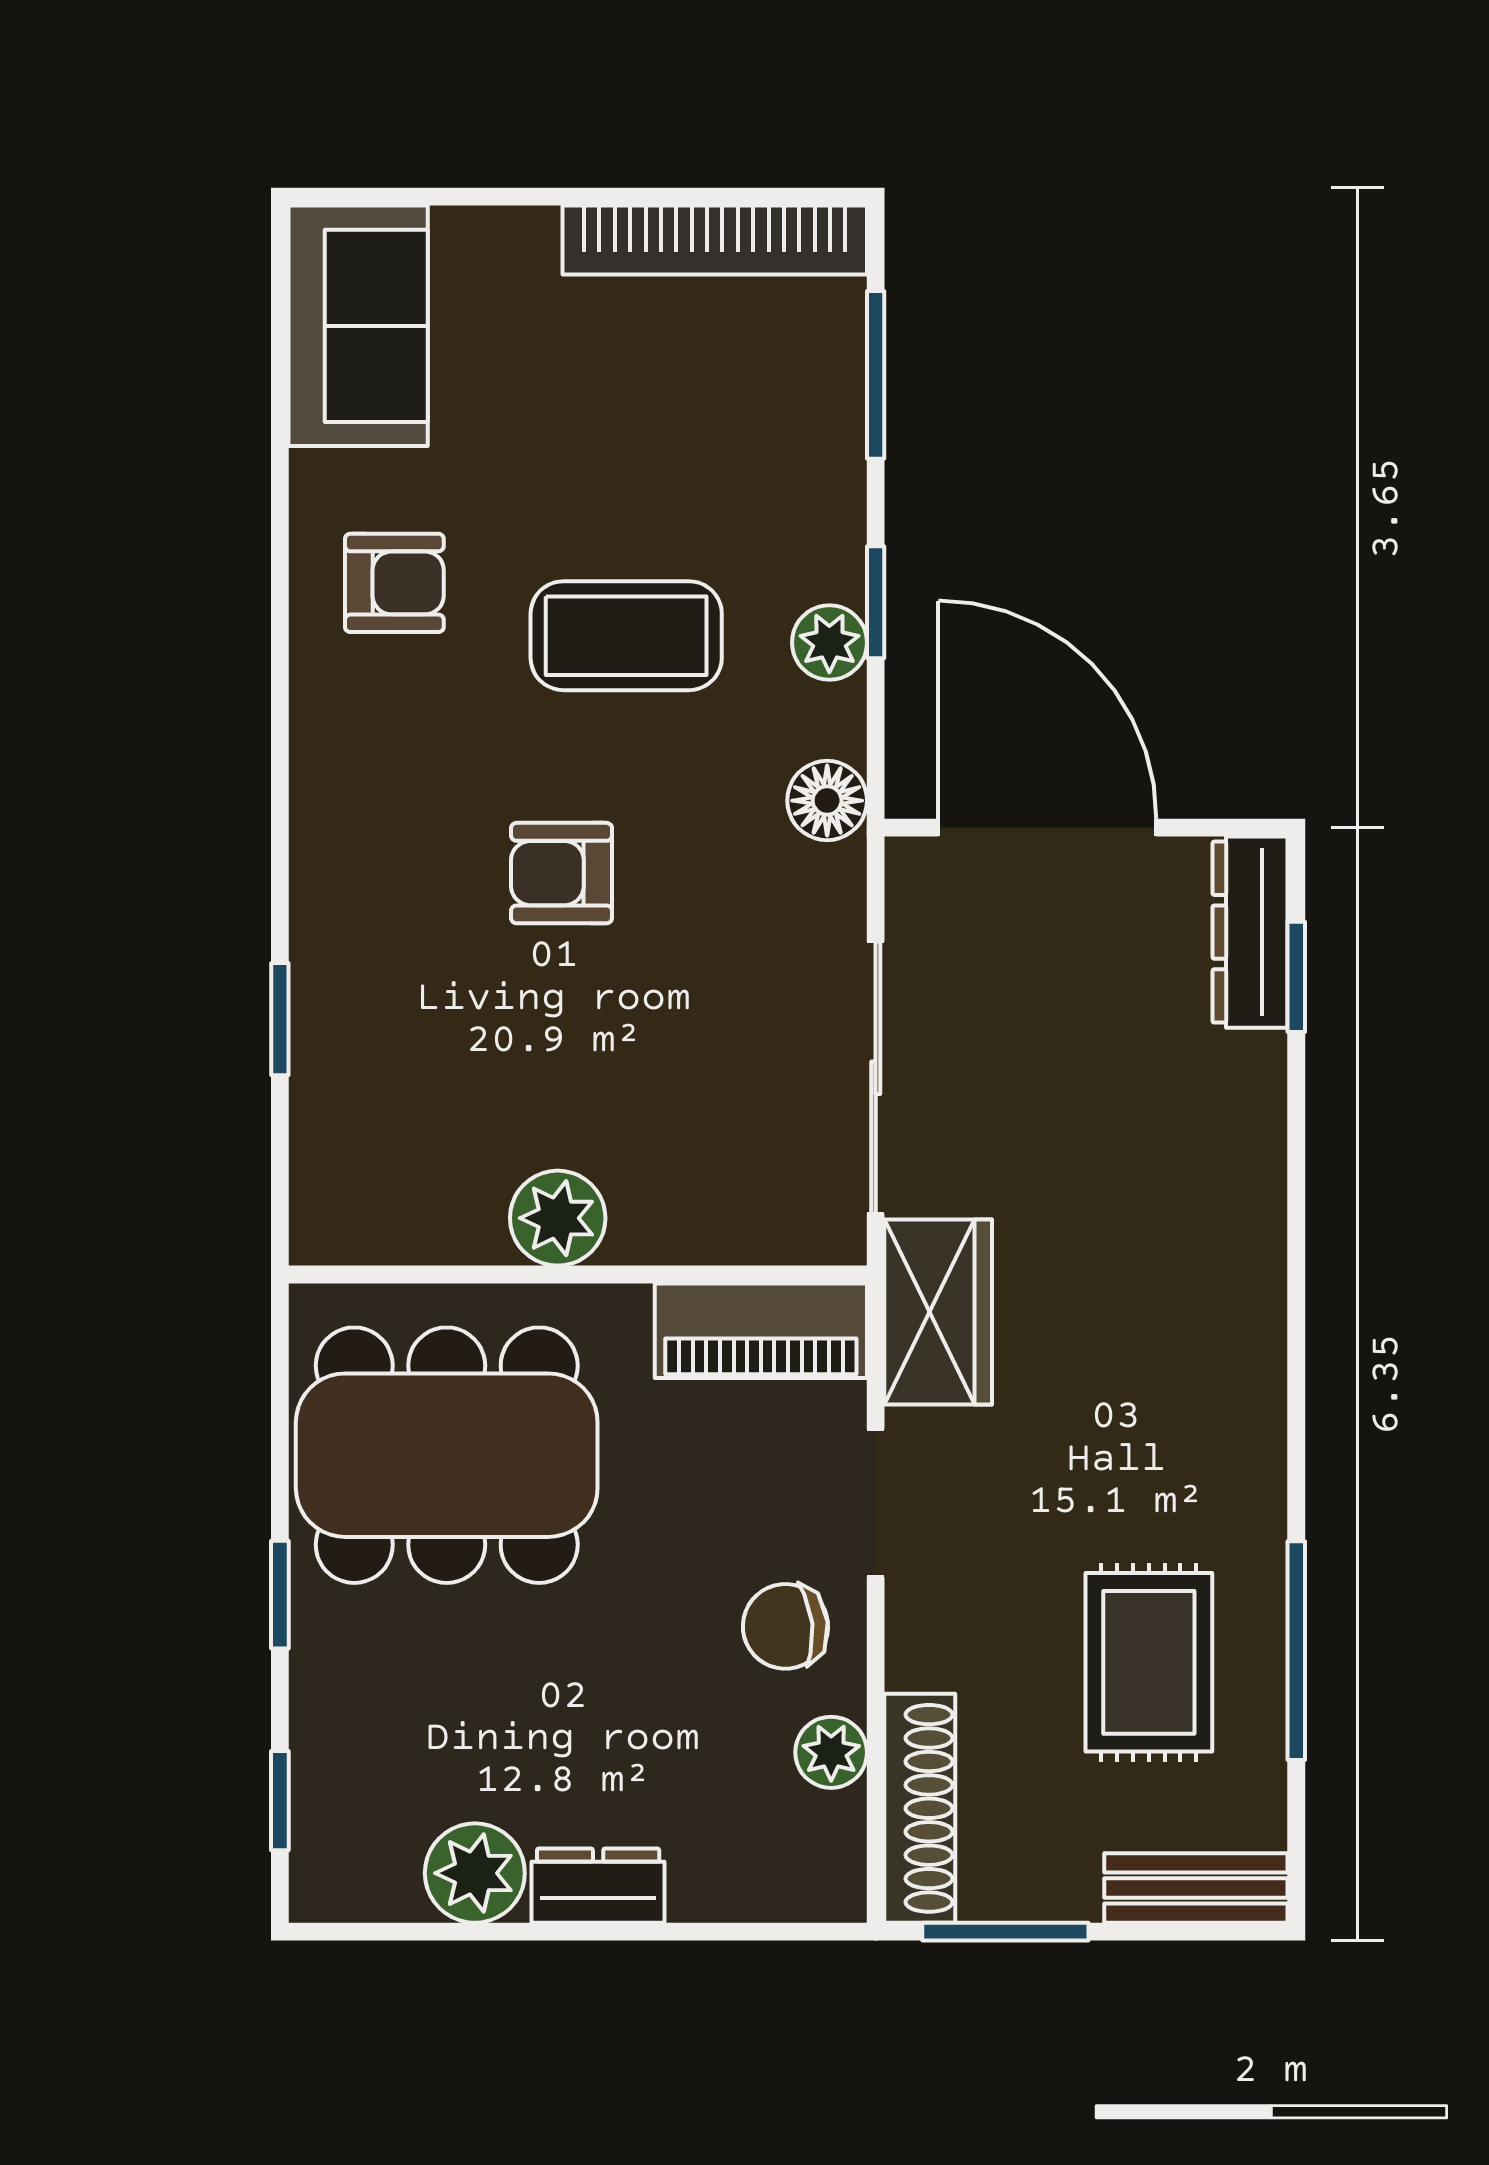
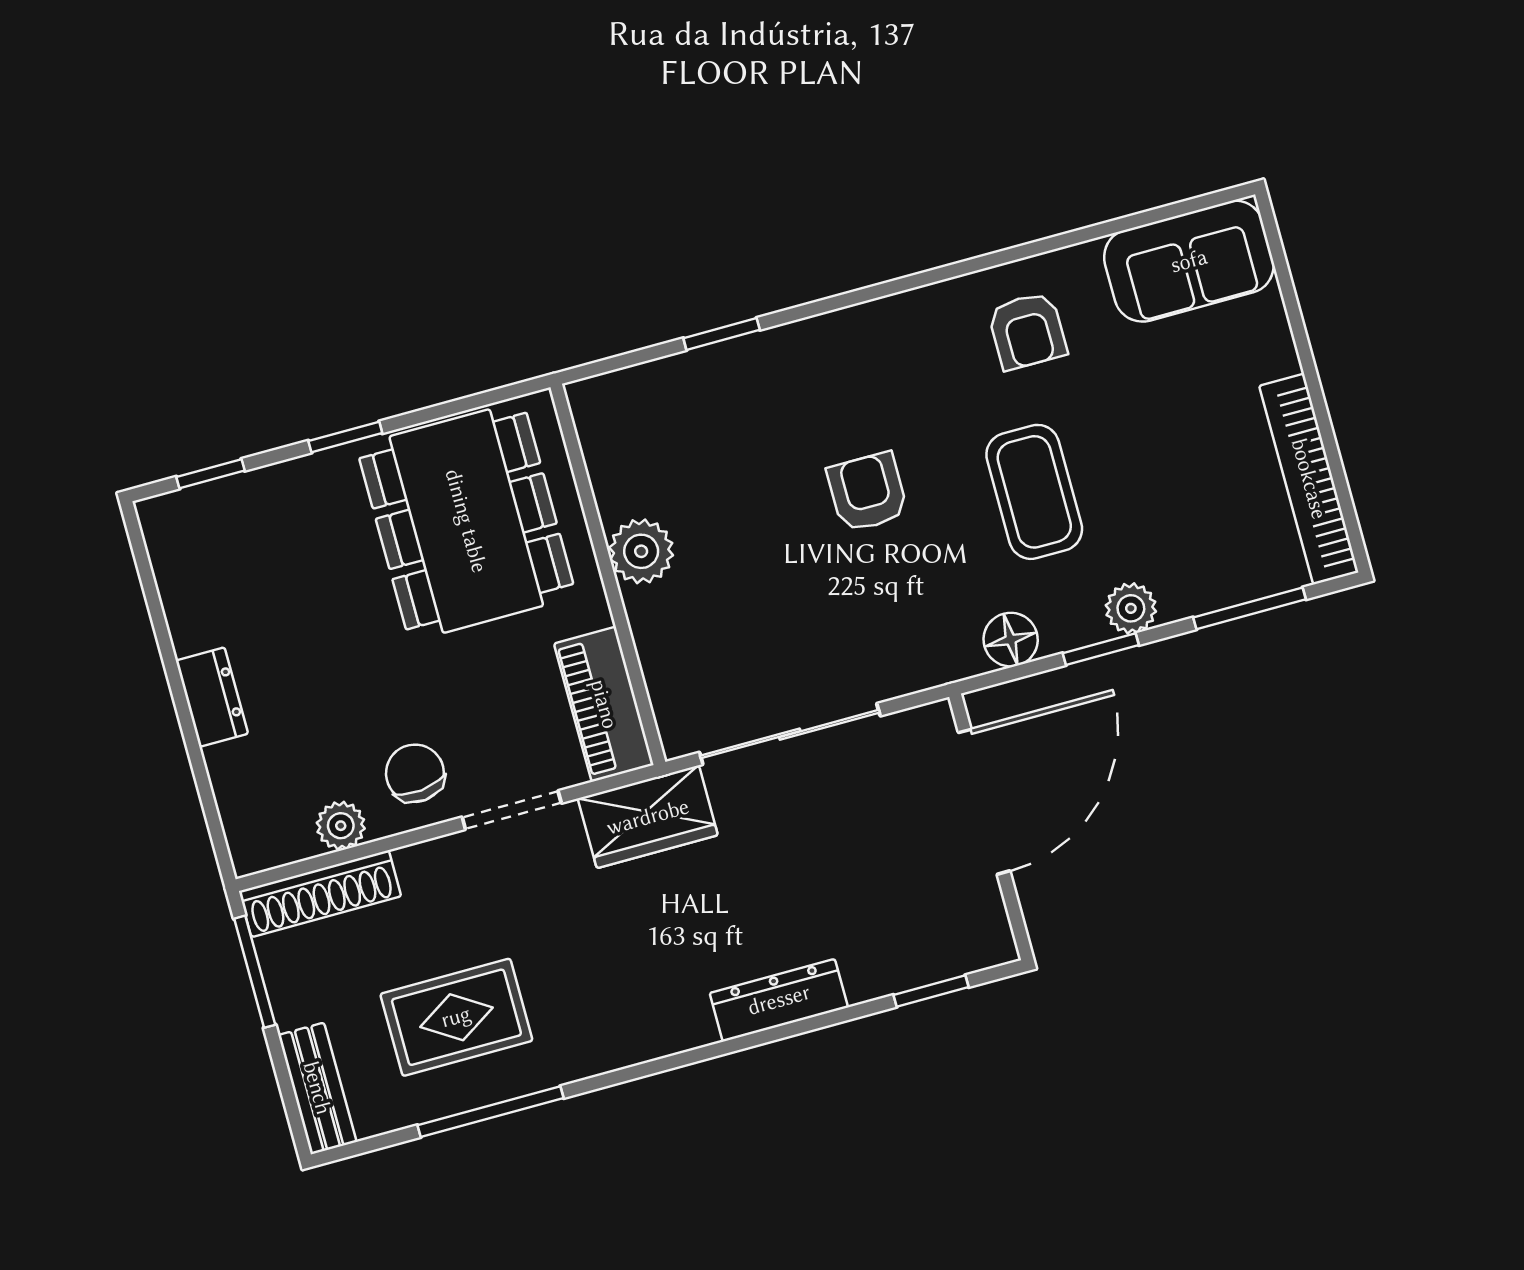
plant: (829, 643) -> (1131, 608), moved
floor lamp: (827, 801) -> (1011, 640), moved
dresser: (1250, 932) -> (779, 1000), moved
plant: (475, 1873) -> (198, 614), removed

